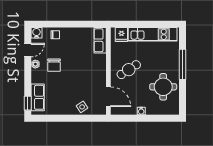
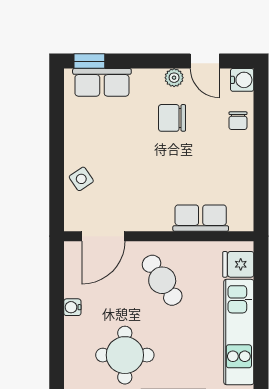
row of seats: (100, 40) -> (201, 218), moved

